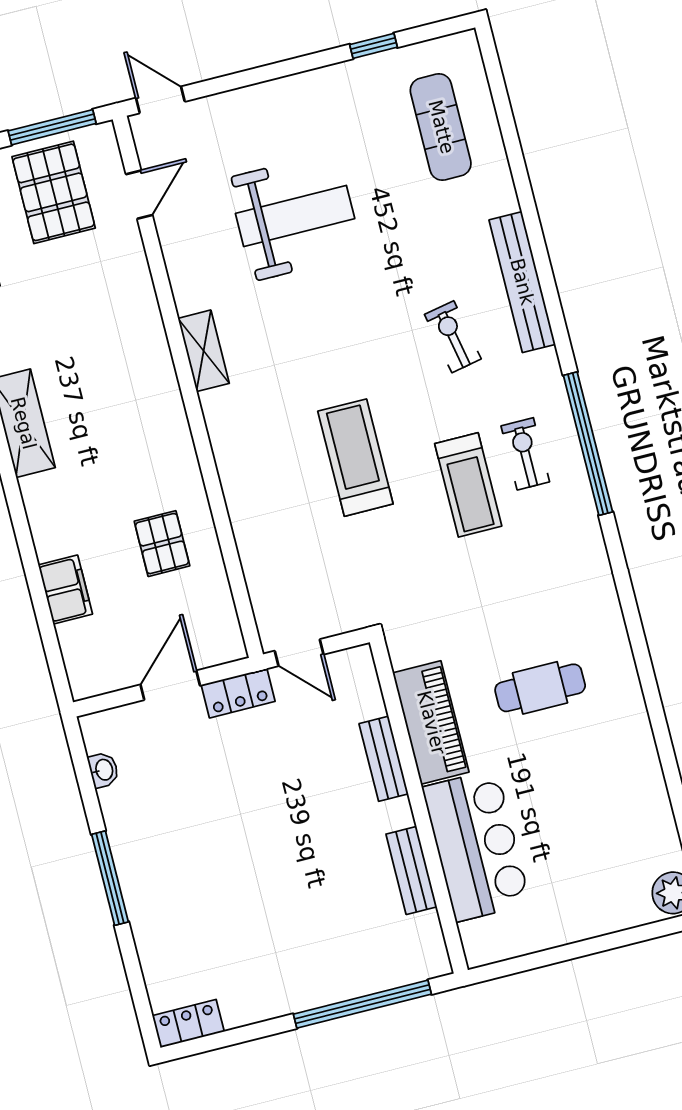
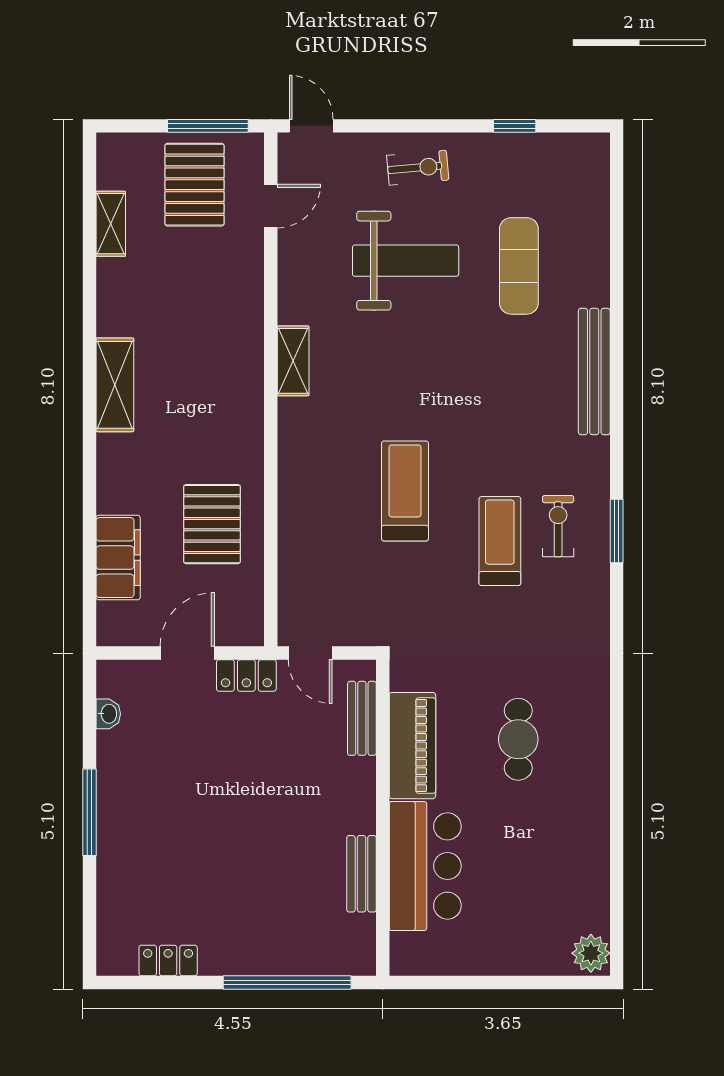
exercise mat: (441, 127) -> (519, 266), moved
exercise bike: (453, 337) -> (418, 168), moved, turned 96
window: (588, 444) -> (617, 531), width x0.47
treadmill: (468, 485) -> (500, 541), turned 180
pallet: (162, 544) -> (212, 524), width x1.50, depth x1.42
filing cabinet: (65, 590) -> (118, 558), width x1.50, depth x1.17
cafe table: (540, 688) -> (518, 739), turned 90
bench: (384, 759) -> (362, 718), moved
locker: (188, 1024) -> (168, 960), moved

